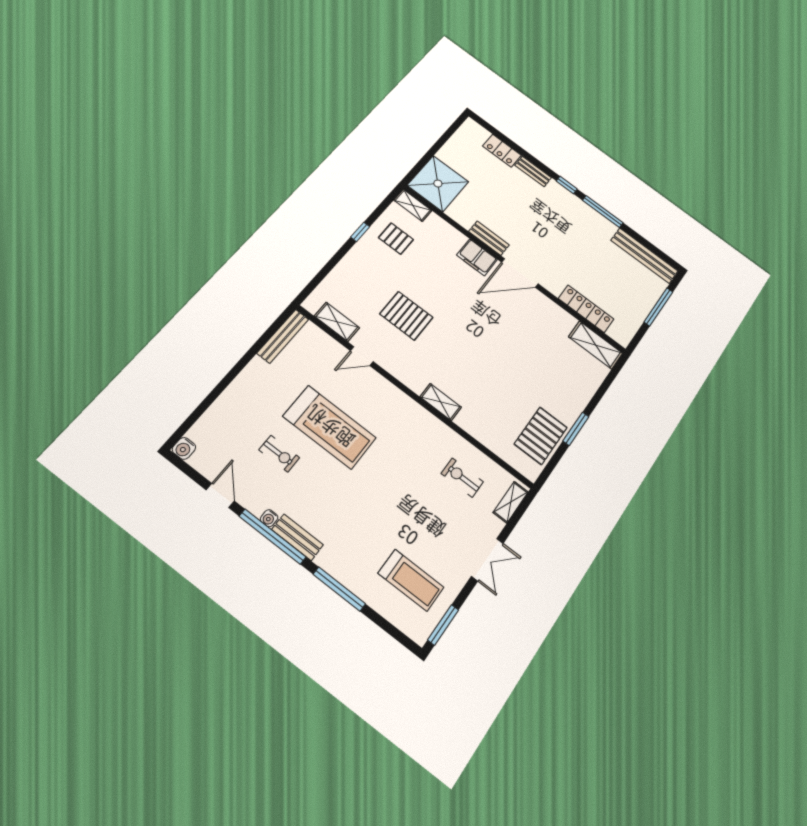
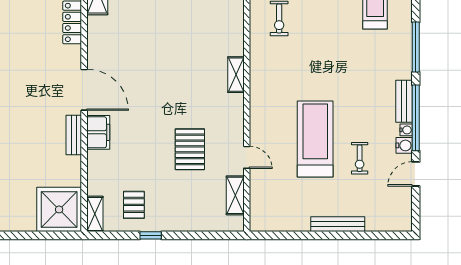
bench: (283, 336) -> (338, 224), moved
water cooler: (184, 448) -> (404, 145), moved
exercise bike: (279, 454) -> (360, 158), turned 180

